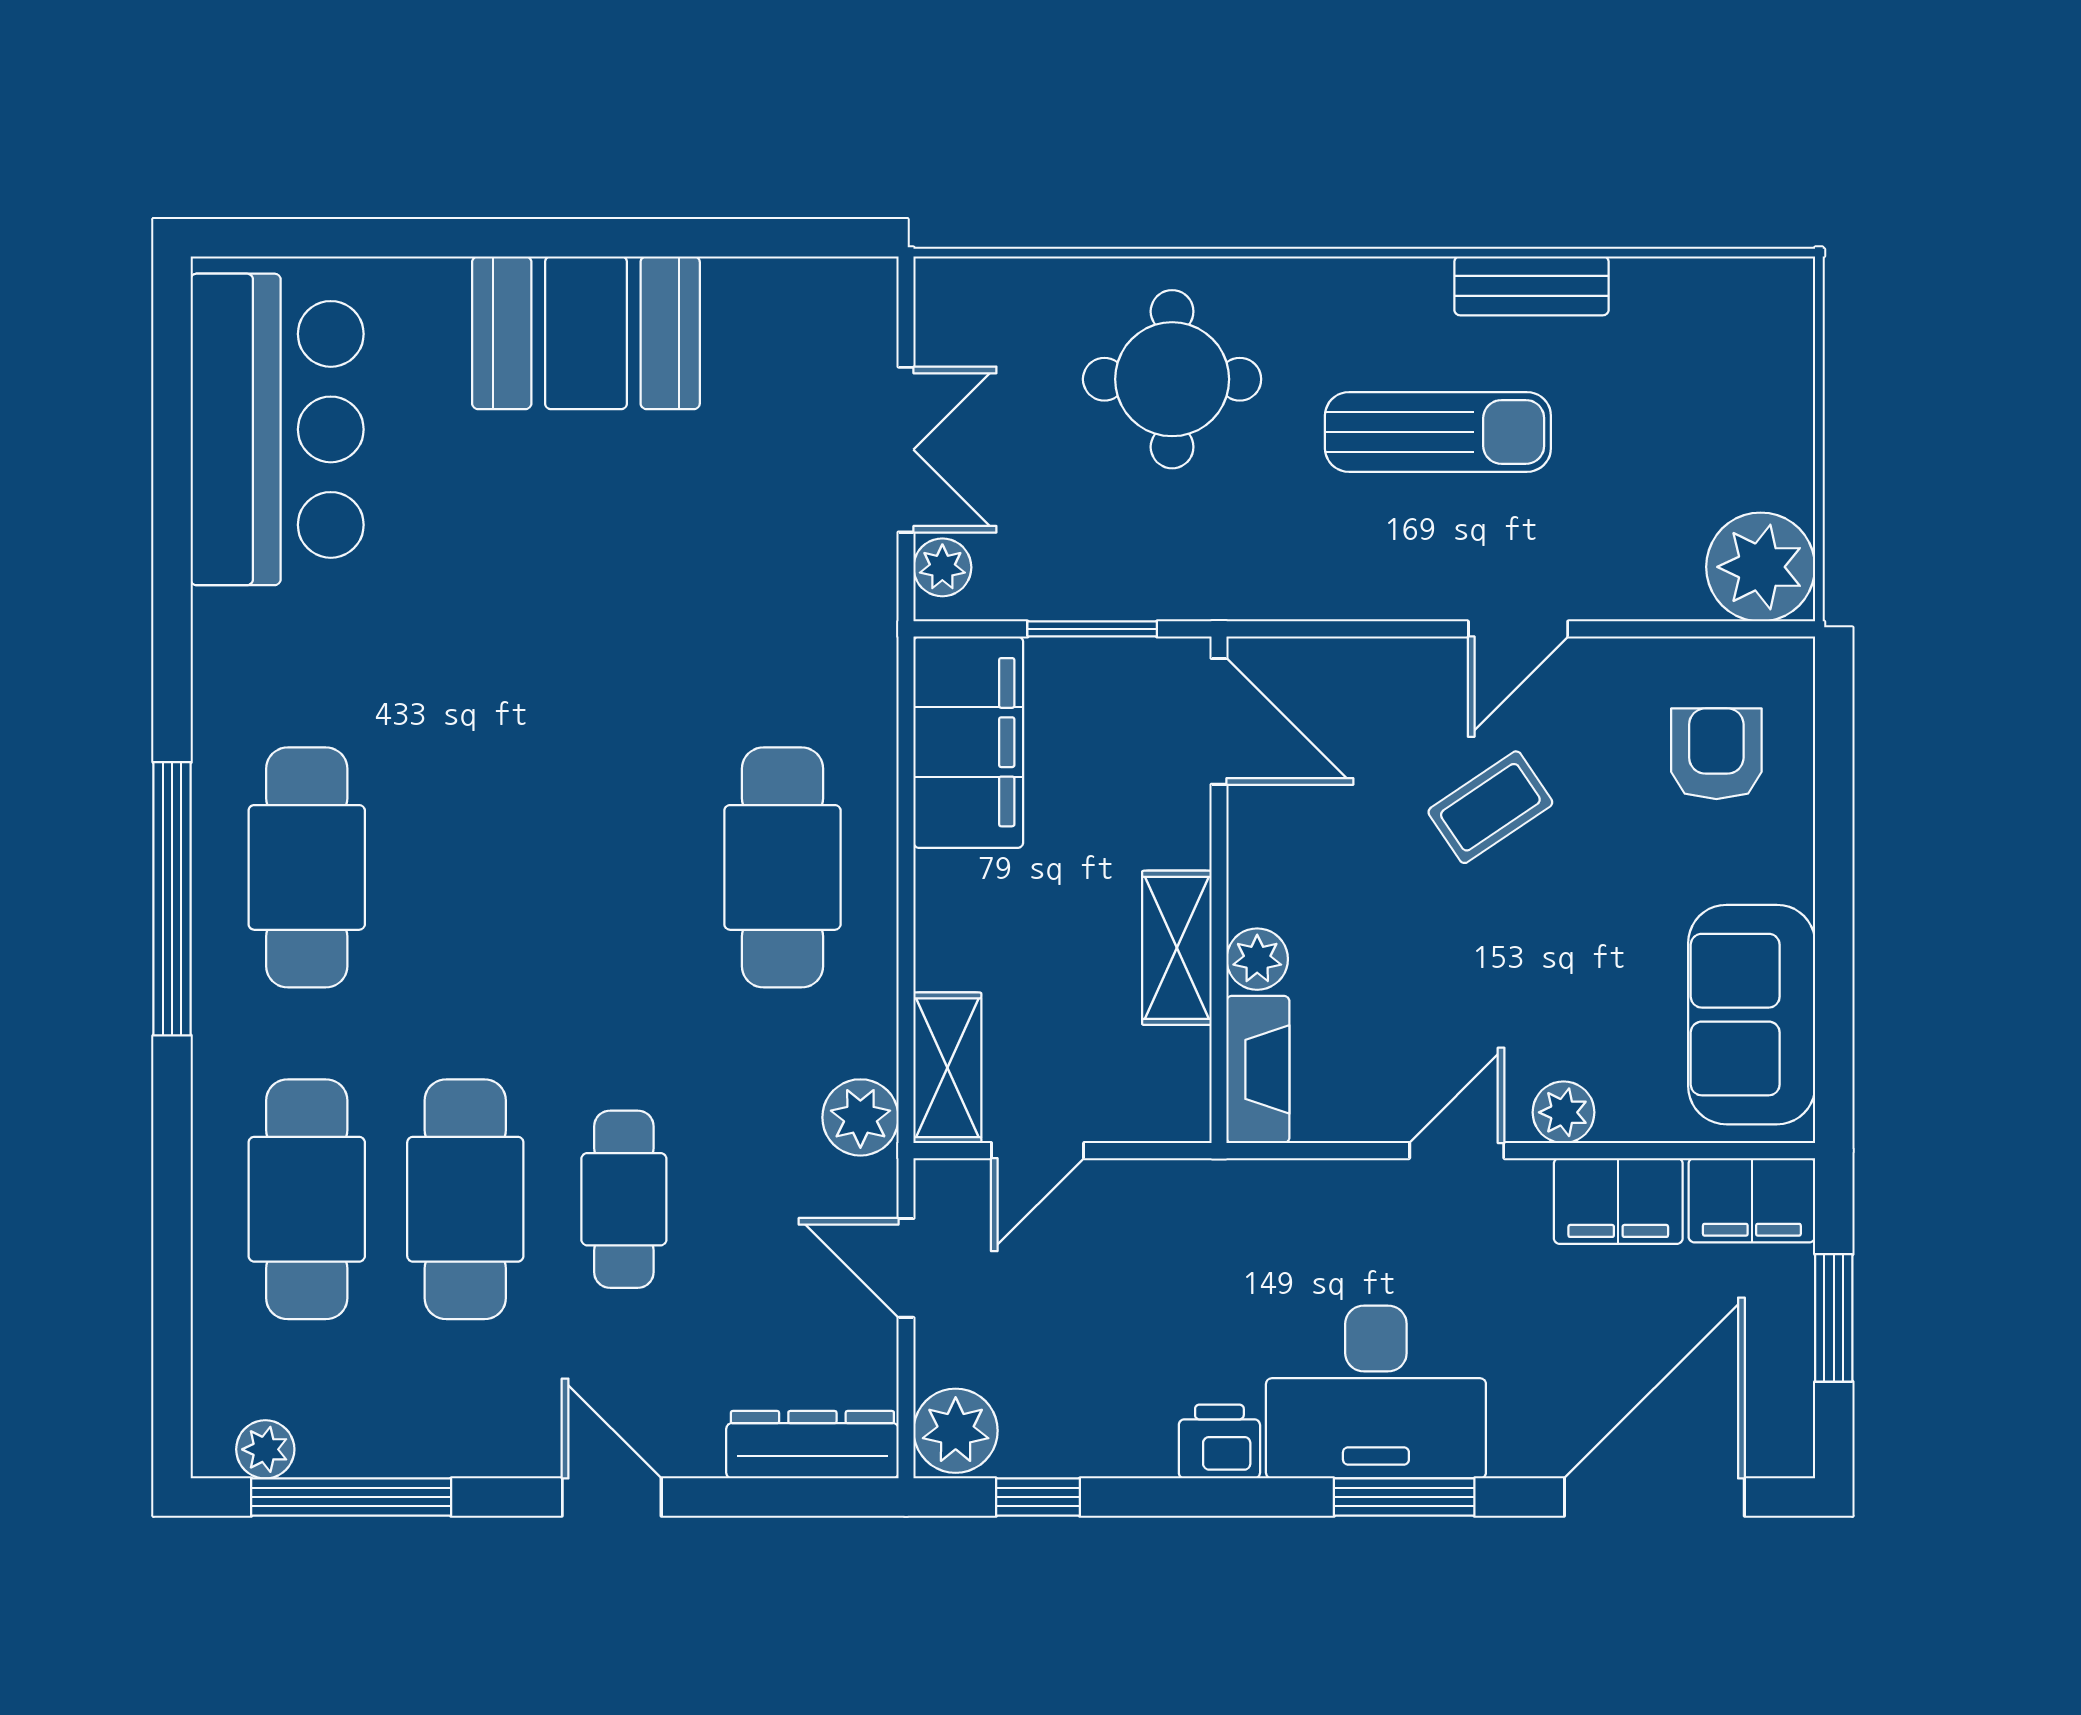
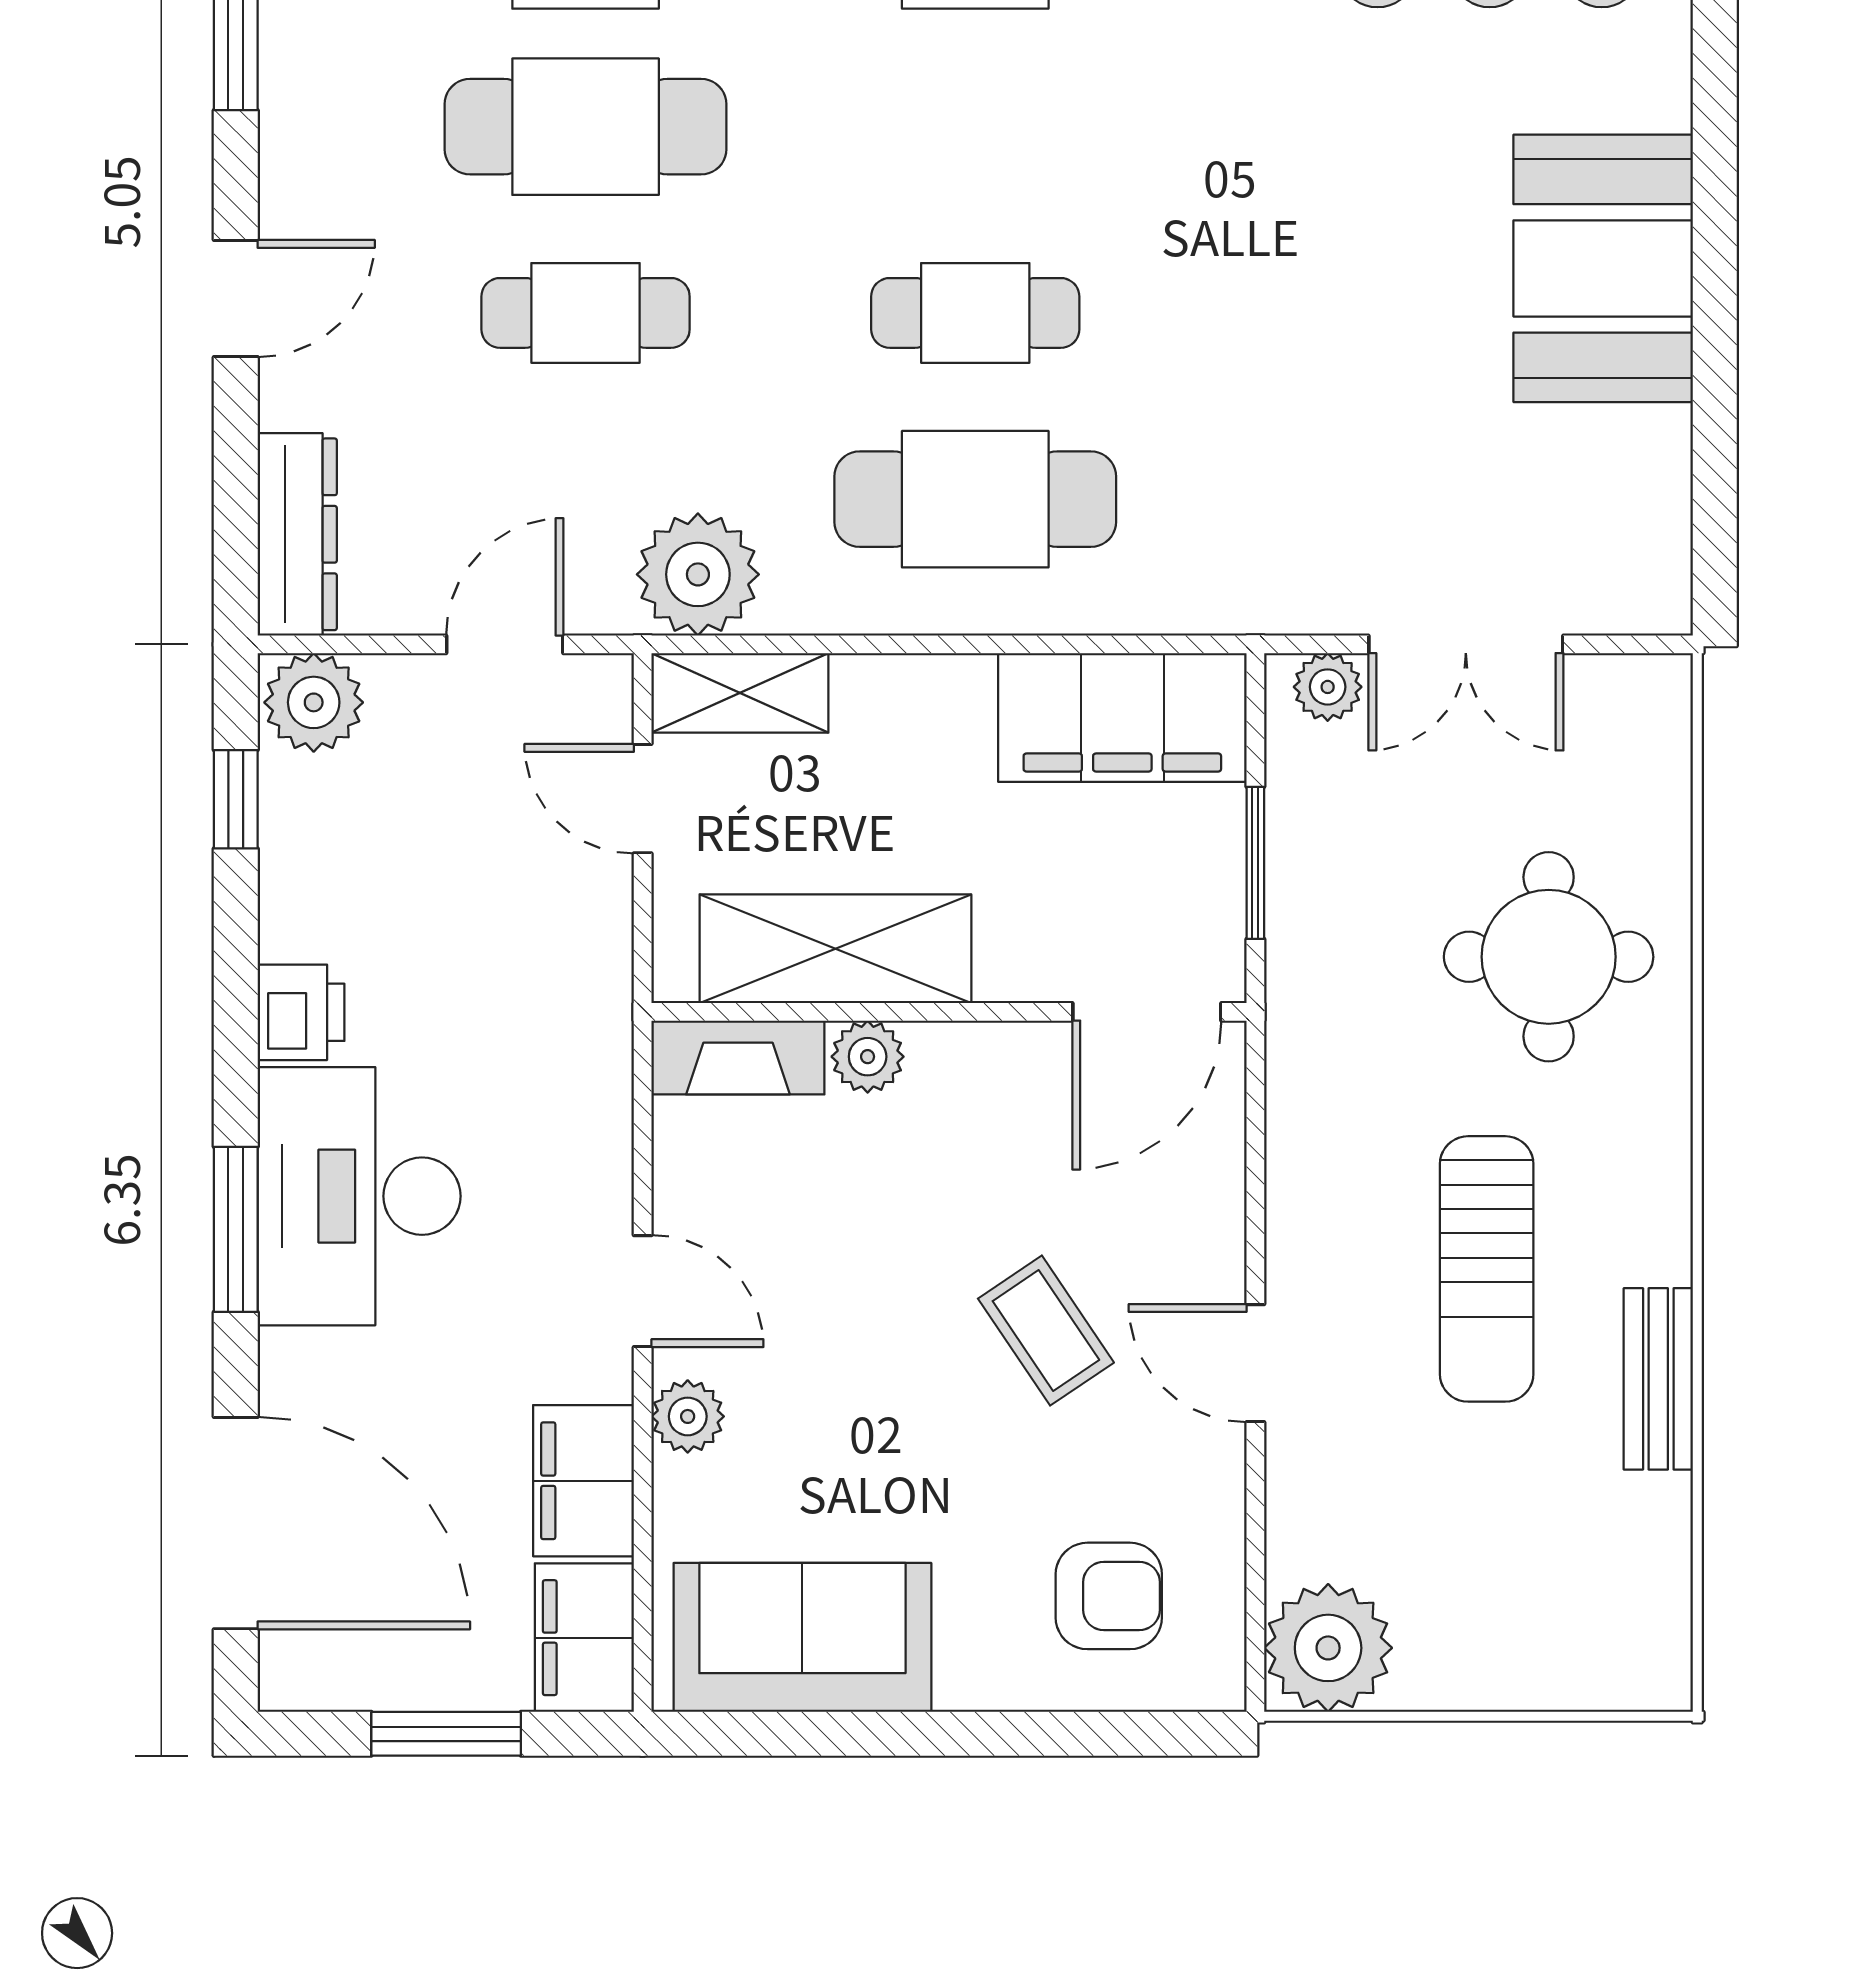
cafe table: (624, 867) -> (975, 313), added
shelving: (1177, 948) -> (835, 949), width x1.50, depth x1.33
plant: (860, 1117) -> (698, 574), width x1.36, depth x1.36

